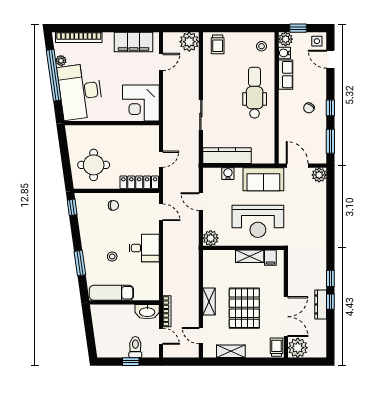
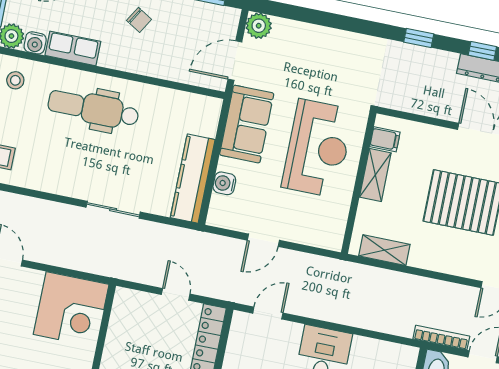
plant: (211, 238) -> (330, 236), removed
window: (330, 278) -> (419, 38), moved
shelving: (209, 301) -> (384, 250), moved

